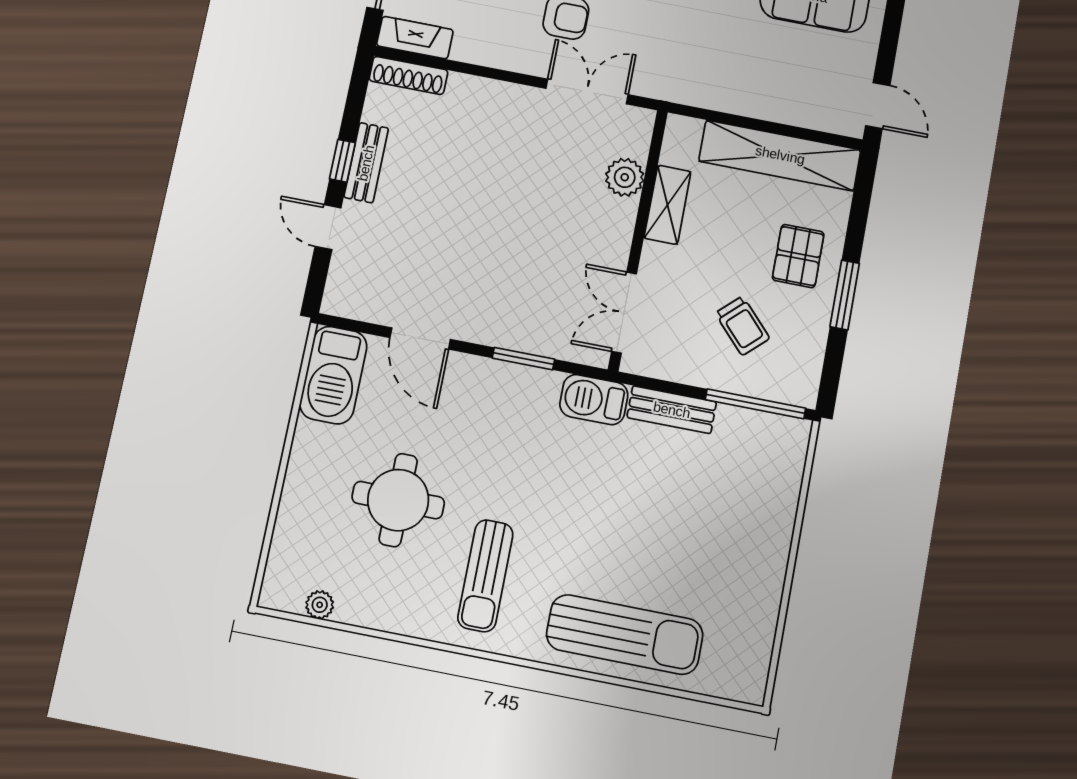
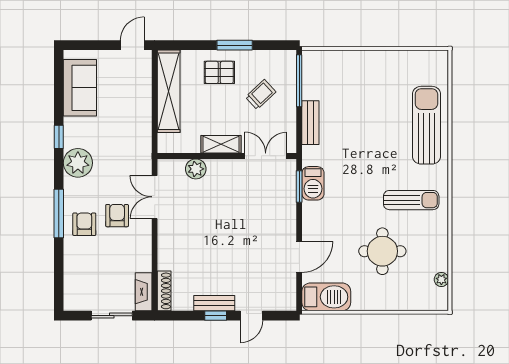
shelving: (667, 205) -> (221, 144), moved
double door: (624, 313) -> (266, 156), swing flipped
window: (523, 359) -> (299, 187), moved
barbecue: (594, 400) -> (313, 183), moved

